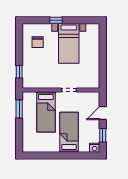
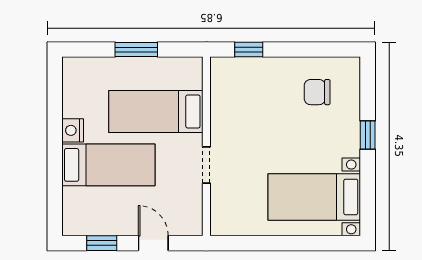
bed with nightstands: (69, 43) -> (314, 197), moved
window: (19, 109) -> (136, 50), moved
nightstand: (95, 148) -> (73, 130), moved

